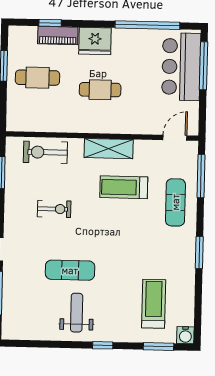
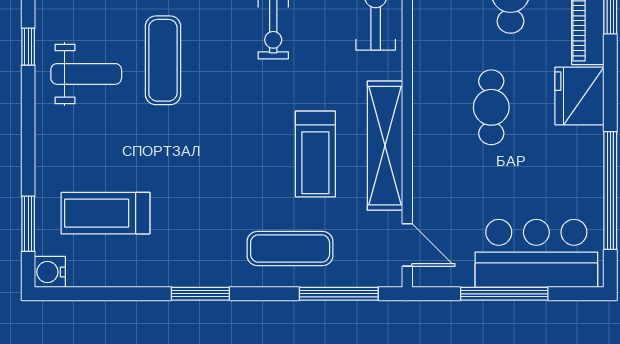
window: (203, 66) -> (504, 294), moved
shelving: (109, 149) -> (385, 146), width x1.47
treadmill: (124, 187) -> (315, 154), turned 180
treadmill: (154, 304) -> (105, 213), turned 180
window: (103, 345) -> (28, 47), moved

